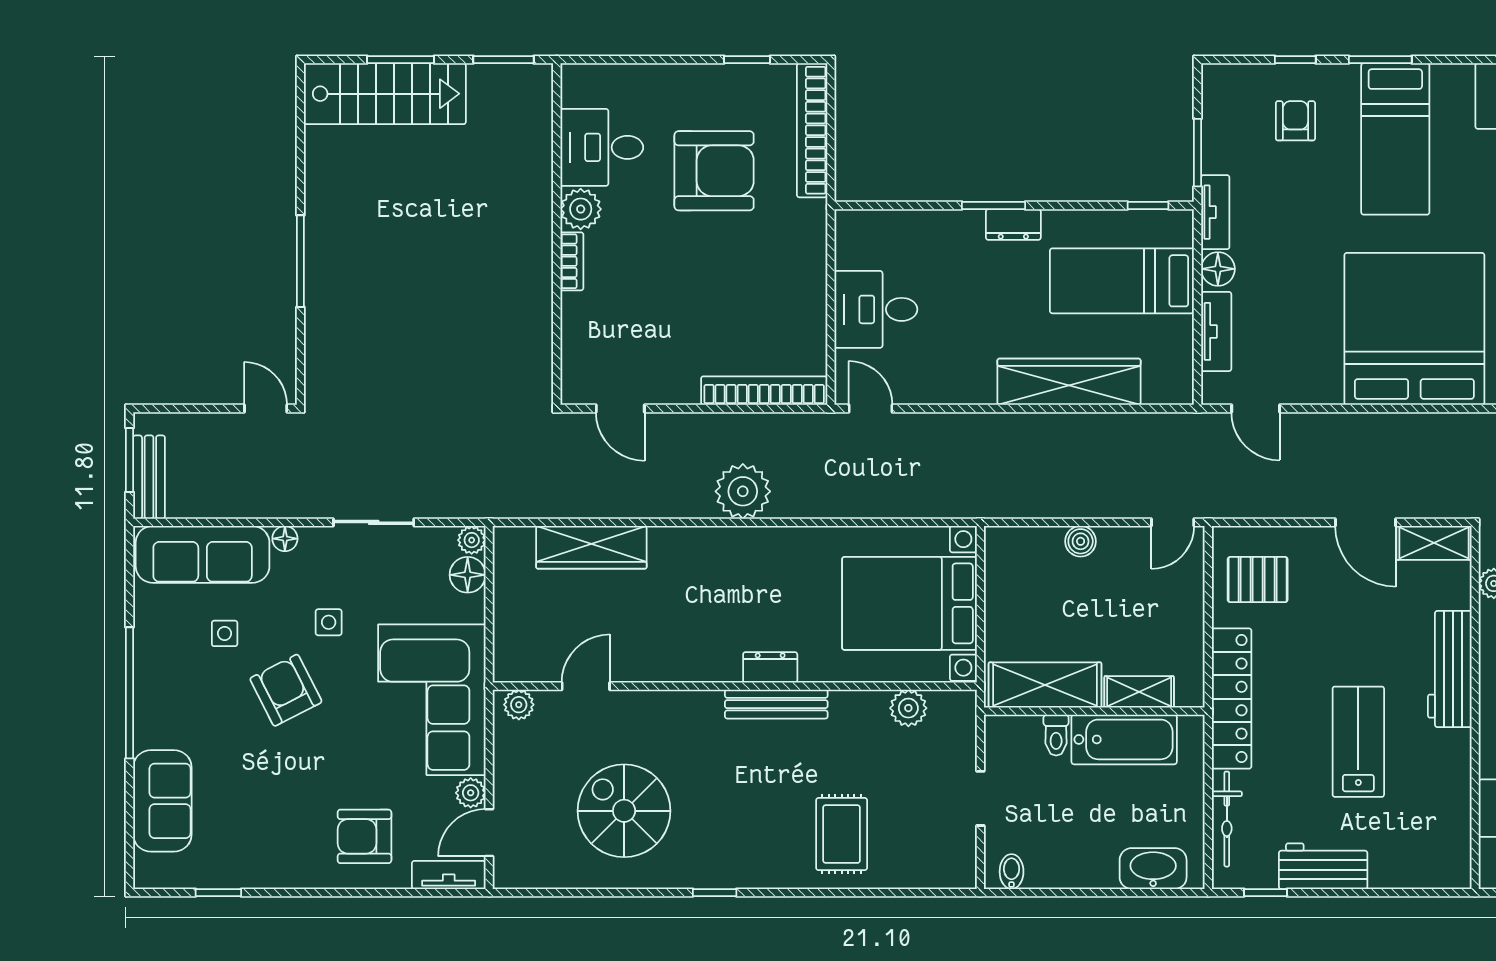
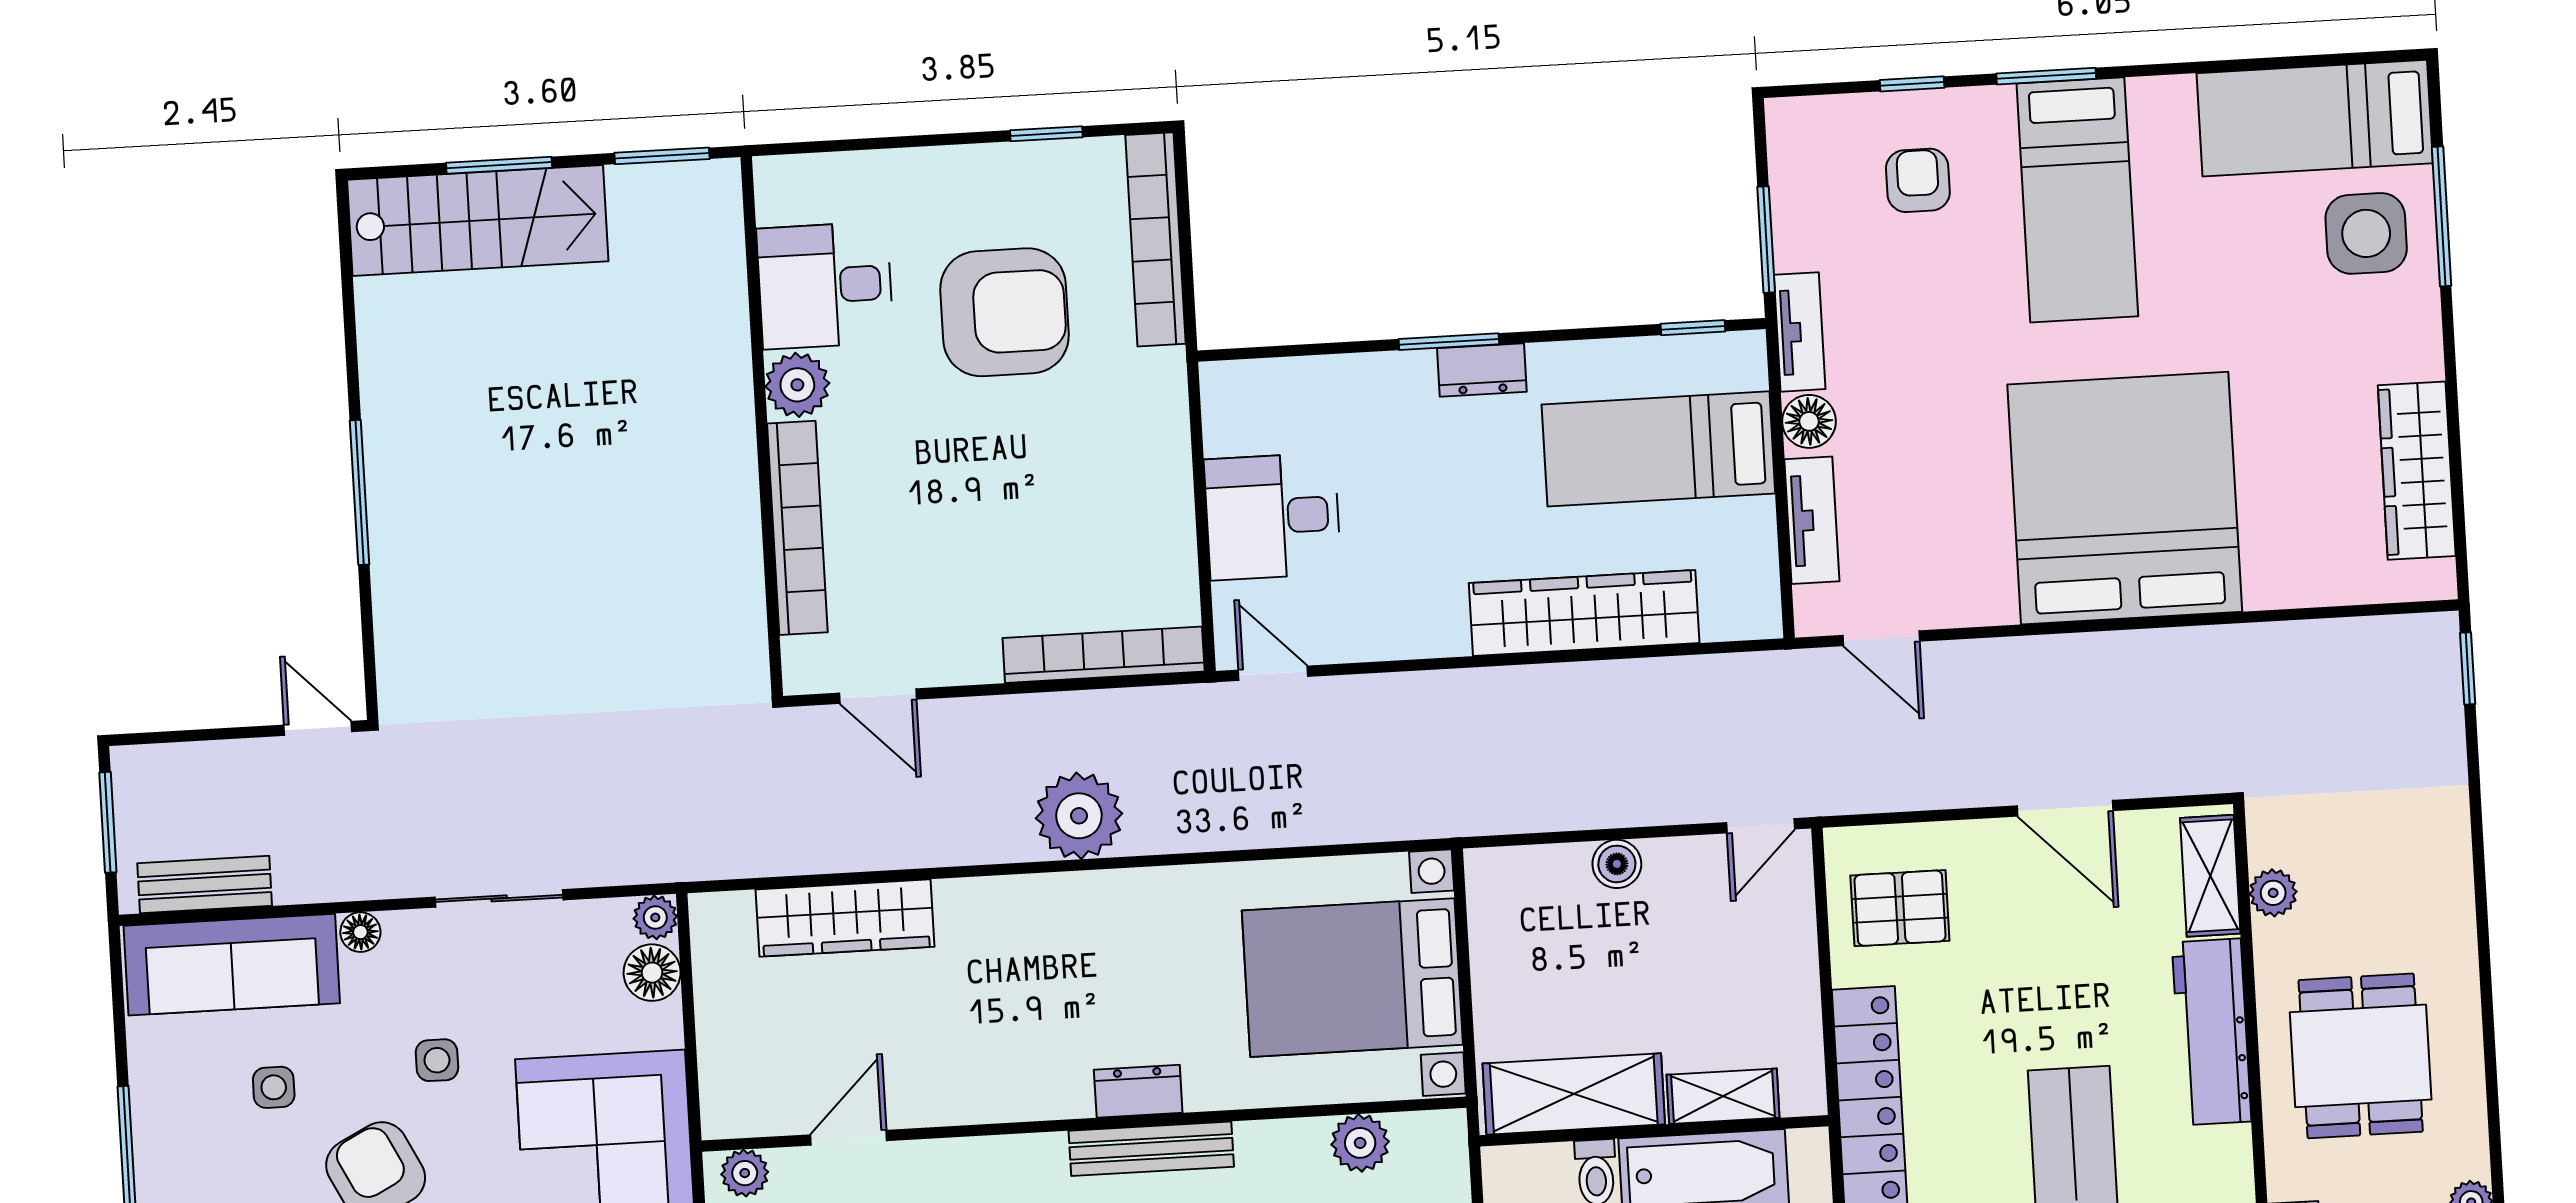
bookcase: (572, 261) -> (797, 528), width x2.31, depth x1.31
bench: (149, 477) -> (205, 885), moved, turned 90
shelving: (1434, 543) -> (2210, 876), moved, turned 90

